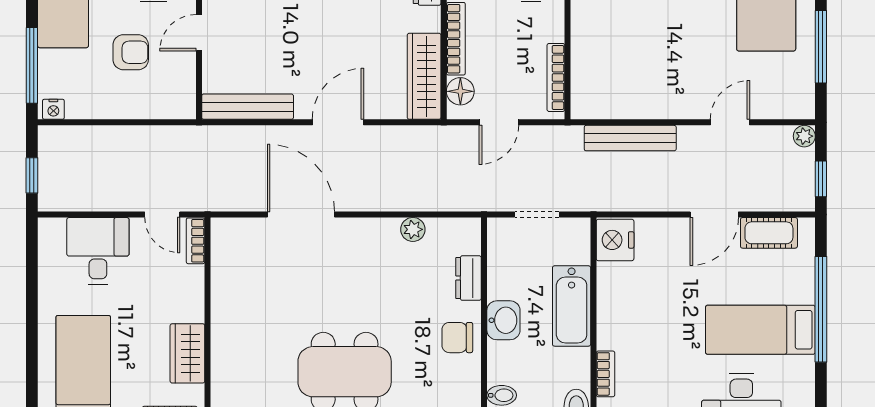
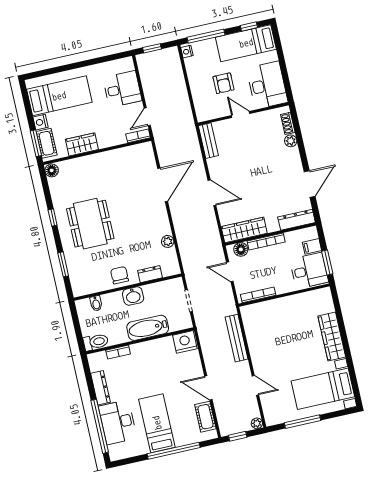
bench: (248, 107) -> (208, 141), width x0.73

